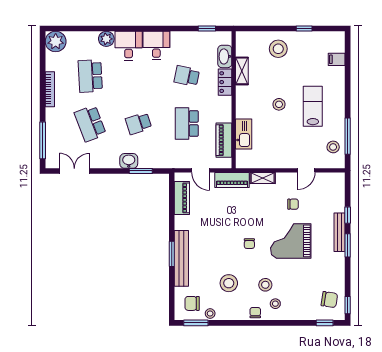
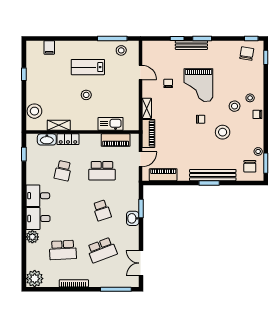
stool: (278, 49) -> (34, 111), moved
stool: (229, 283) -> (223, 132), moved

